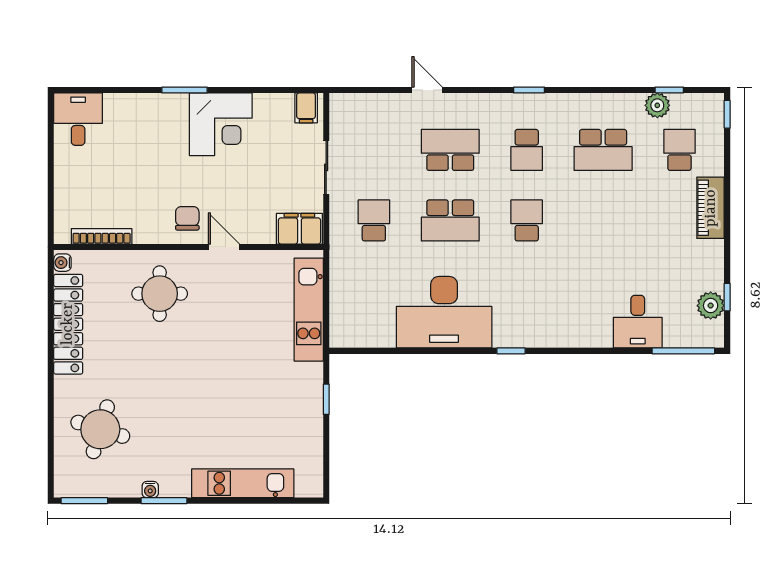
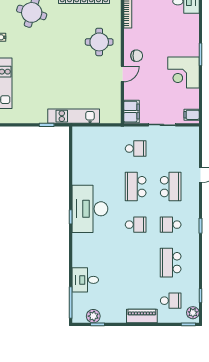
plant: (657, 105) -> (193, 313), moved
kitchen unit: (309, 310) -> (74, 116), moved
desk: (444, 312) -> (90, 209), moved

